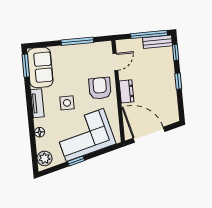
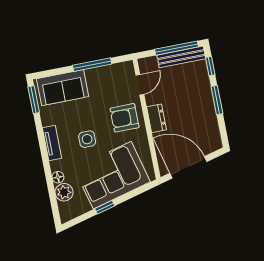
bench: (157, 42) -> (181, 57), width x1.36
sofa: (40, 67) -> (63, 88), moved, turned 90
window: (178, 81) -> (217, 100), width x1.50
armchair: (100, 88) -> (125, 118), turned -90
plant: (45, 158) -> (64, 192), moved

